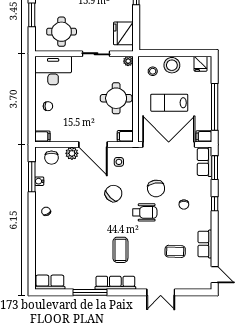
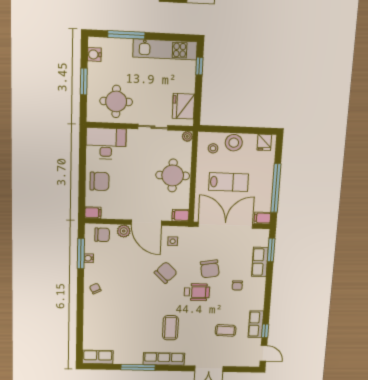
lab bench: (169, 103) -> (229, 182), turned 180
chair: (48, 106) -> (99, 181), width x1.87, depth x1.87
chair: (51, 158) -> (102, 235), turned -90
row of seats: (204, 162) -> (260, 262), moved
window: (215, 204) -> (265, 331), moved

